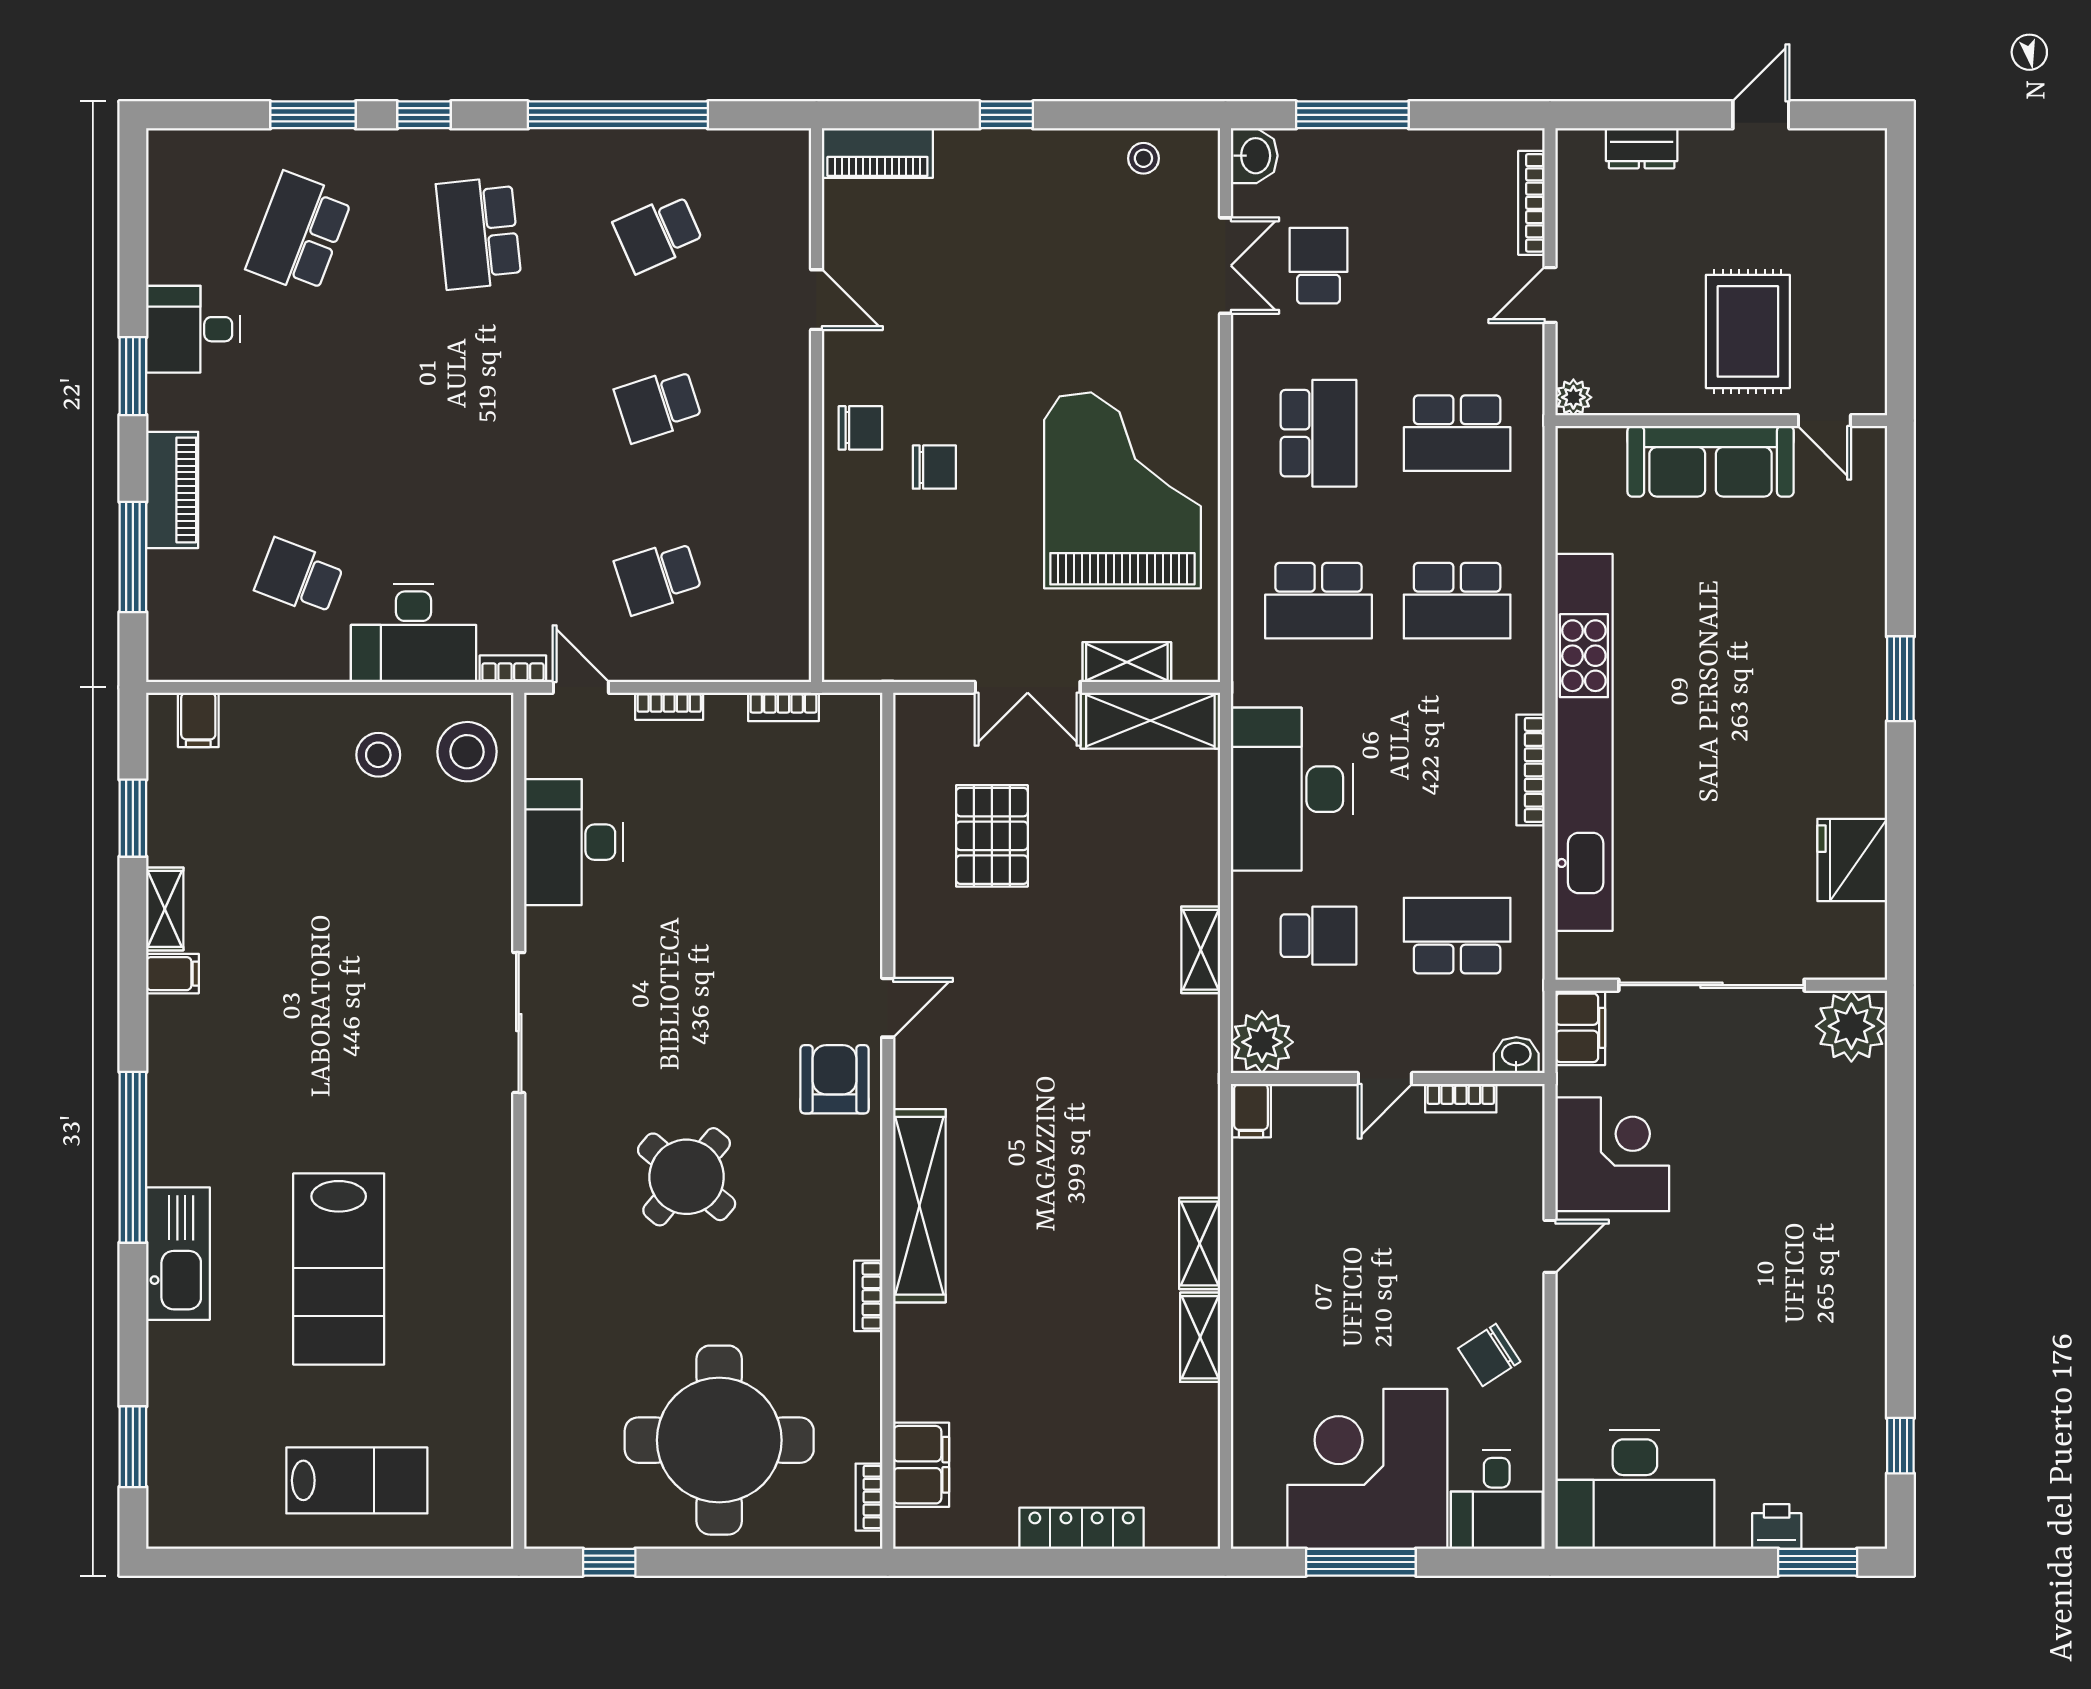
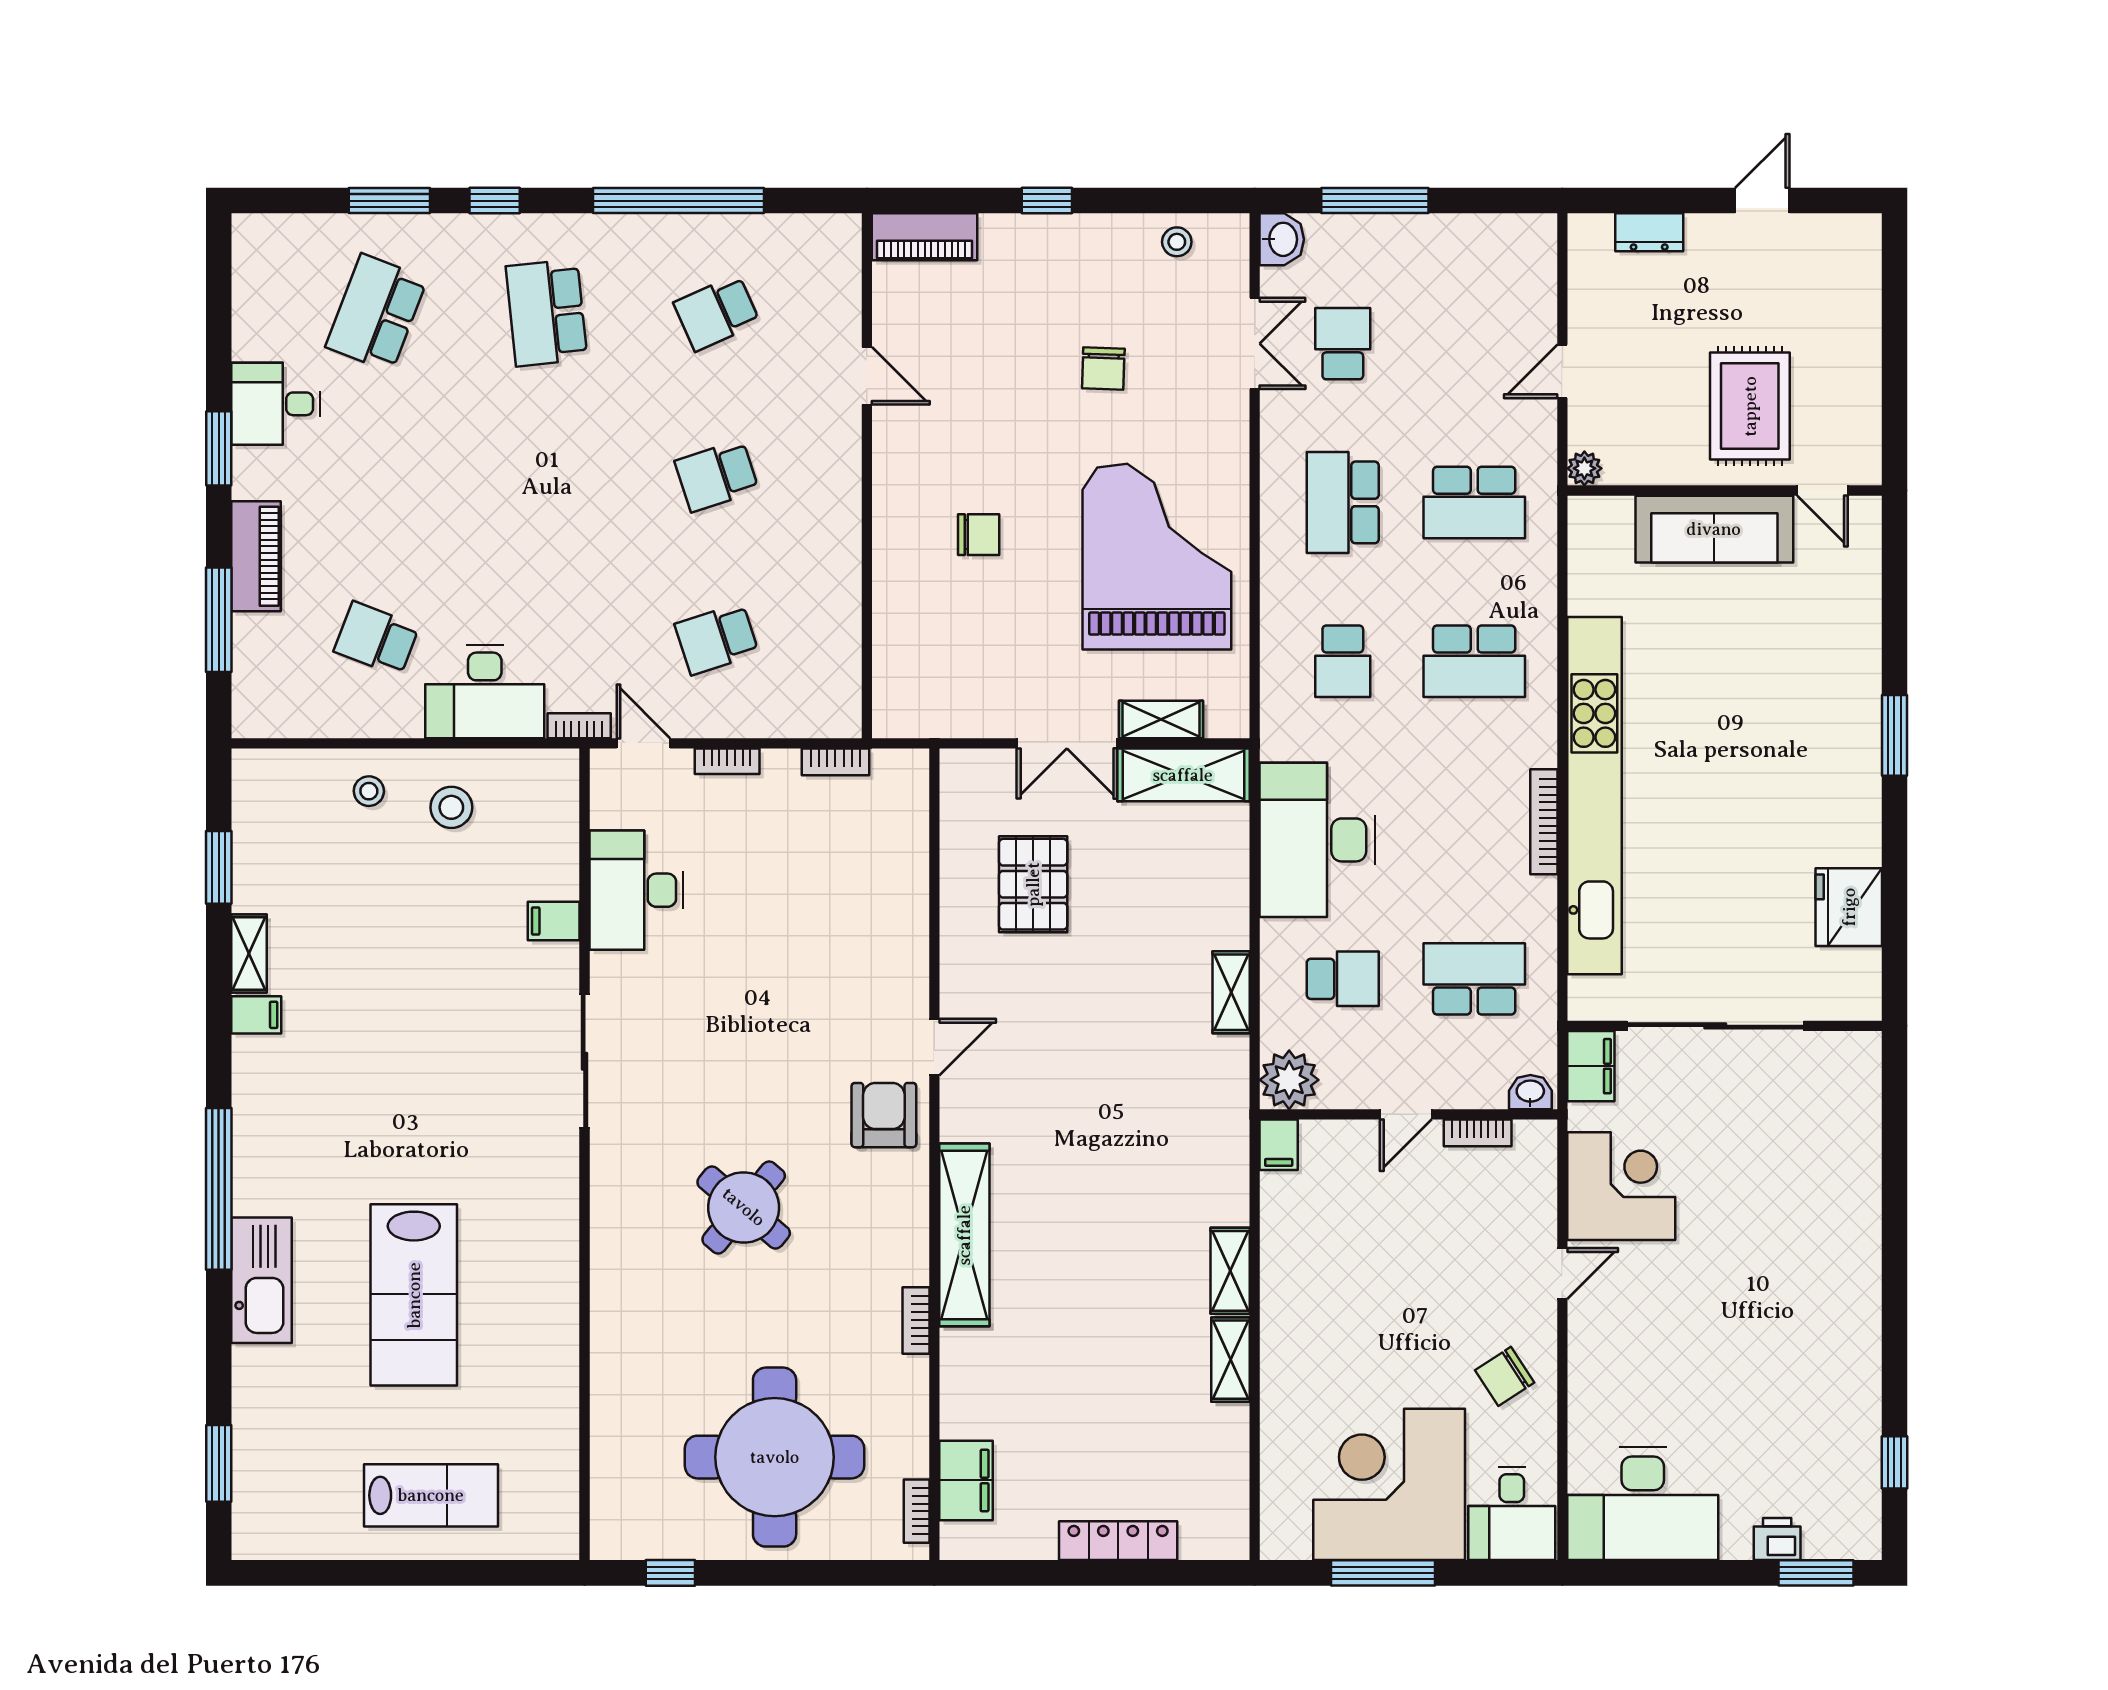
bookcase: (1531, 203) -> (1545, 284), removed
chair: (860, 428) -> (1103, 369), moved, turned 92
school desk: (1318, 433) -> (1343, 502), turned 180
school desk: (1318, 601) -> (1343, 661), width x0.54
filing cabinet: (198, 720) -> (554, 921), moved, turned 90
stool: (467, 752) -> (369, 791), moved, width x0.53, depth x0.53
plant: (1851, 1026) -> (1848, 1065), removed

